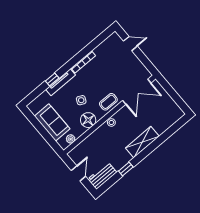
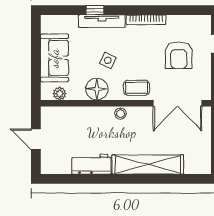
armchair: (116, 66) -> (179, 55), added
shelving: (142, 142) -> (148, 165), width x1.47
window: (126, 169) -> (93, 179), removed
door: (78, 173) -> (36, 139), swing flipped
workbench: (102, 176) -> (91, 164), moved

